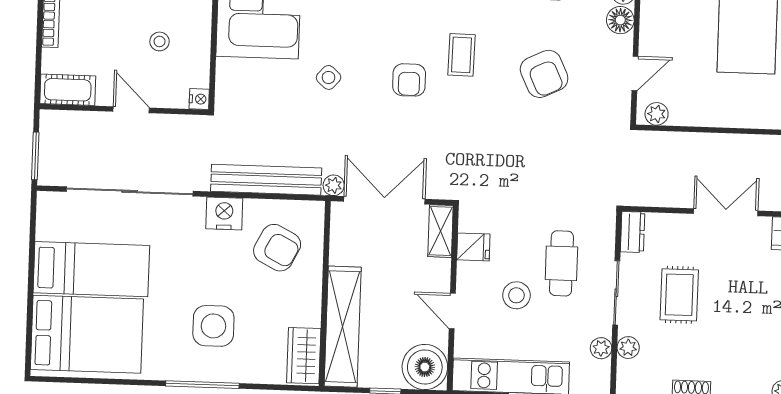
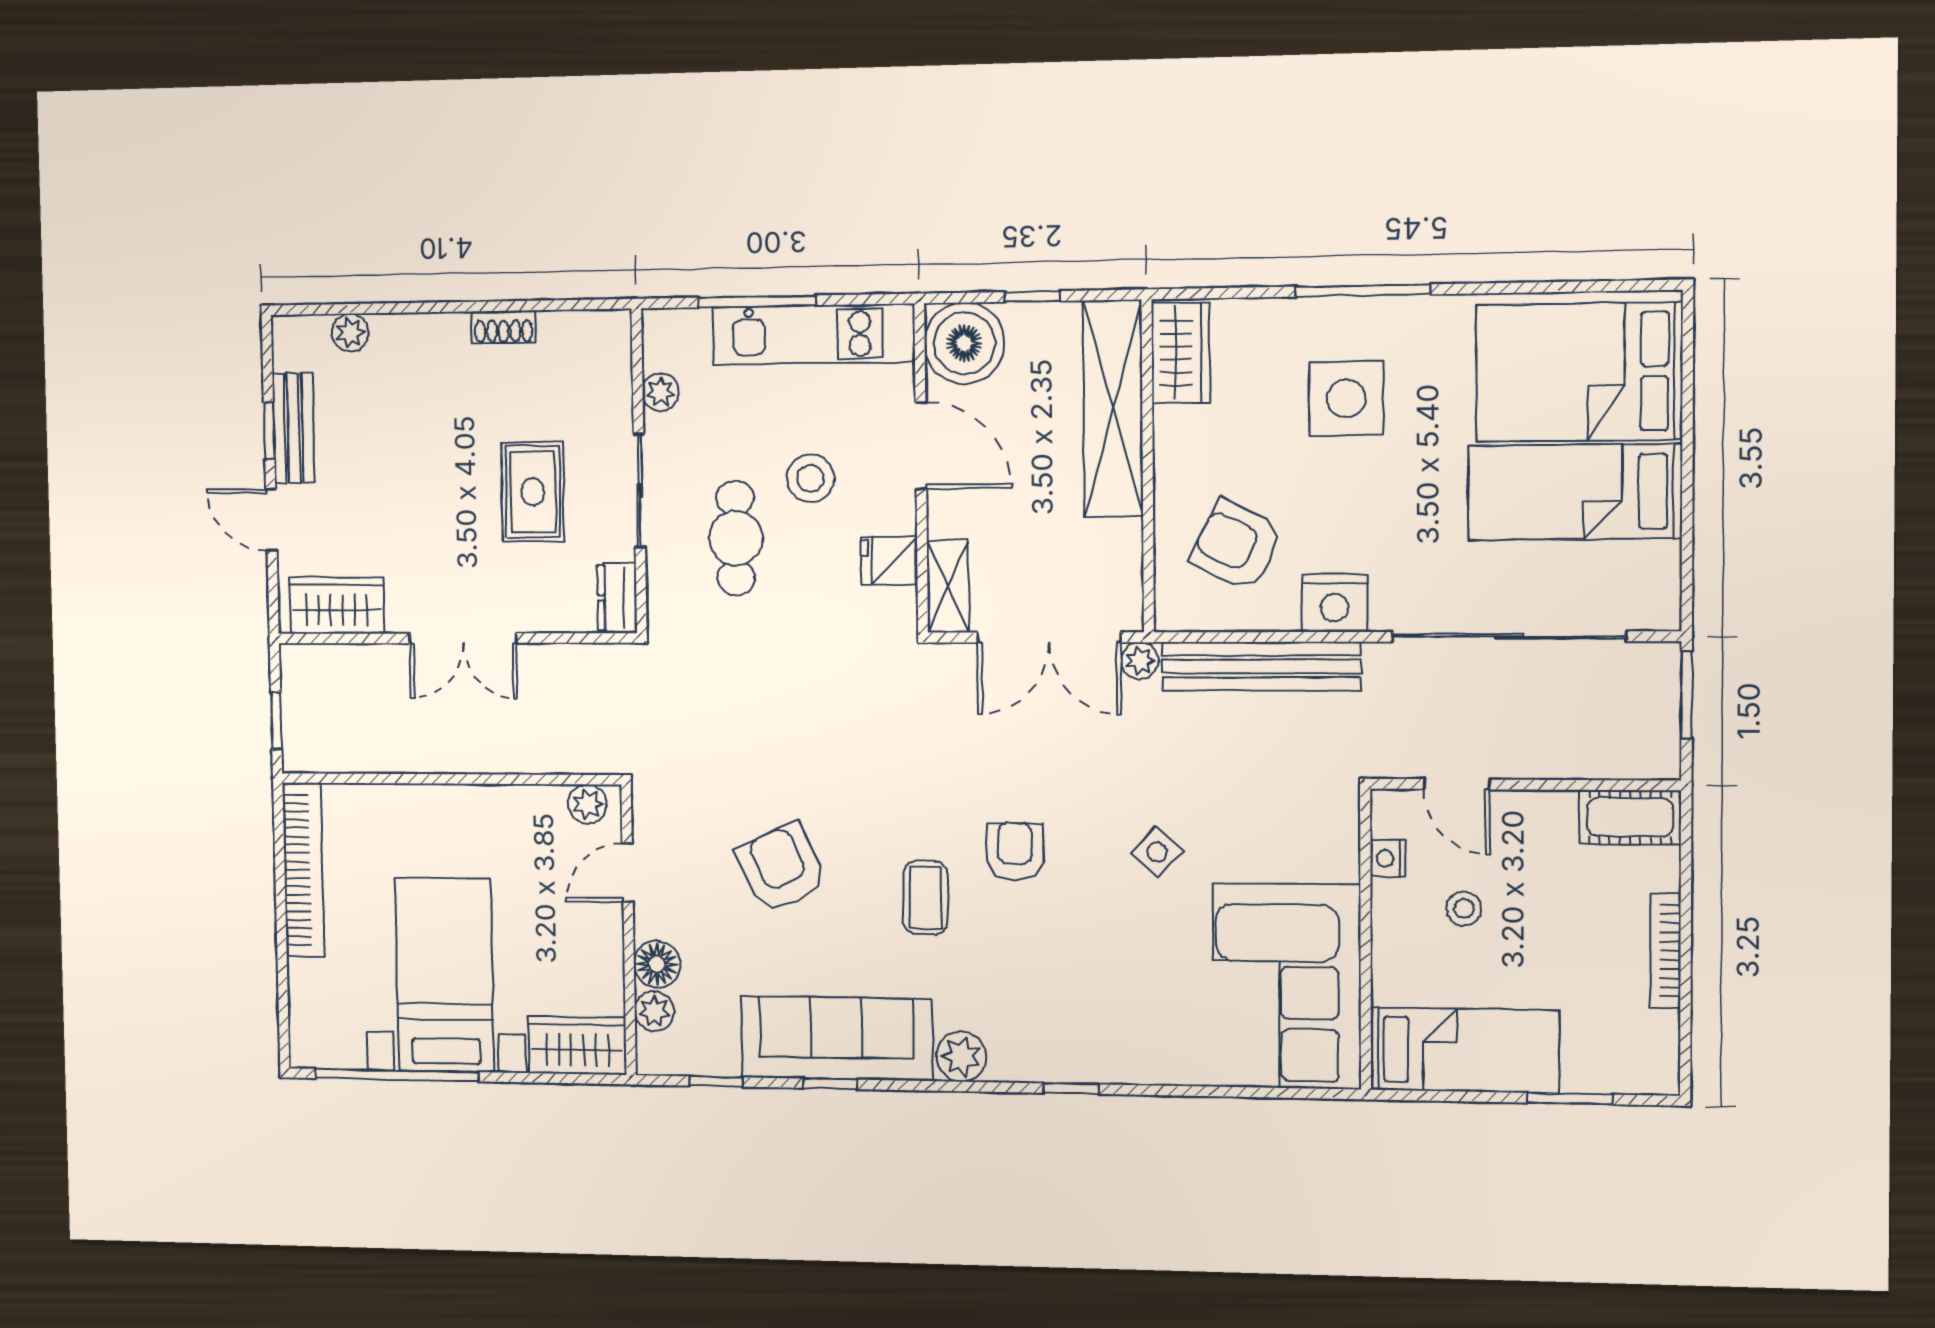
nightstand: (199, 99) -> (1388, 858), moved
door: (131, 110) -> (1457, 784), moved
door: (452, 311) -> (921, 446), width x1.38
plant: (628, 348) -> (614, 396), removed

